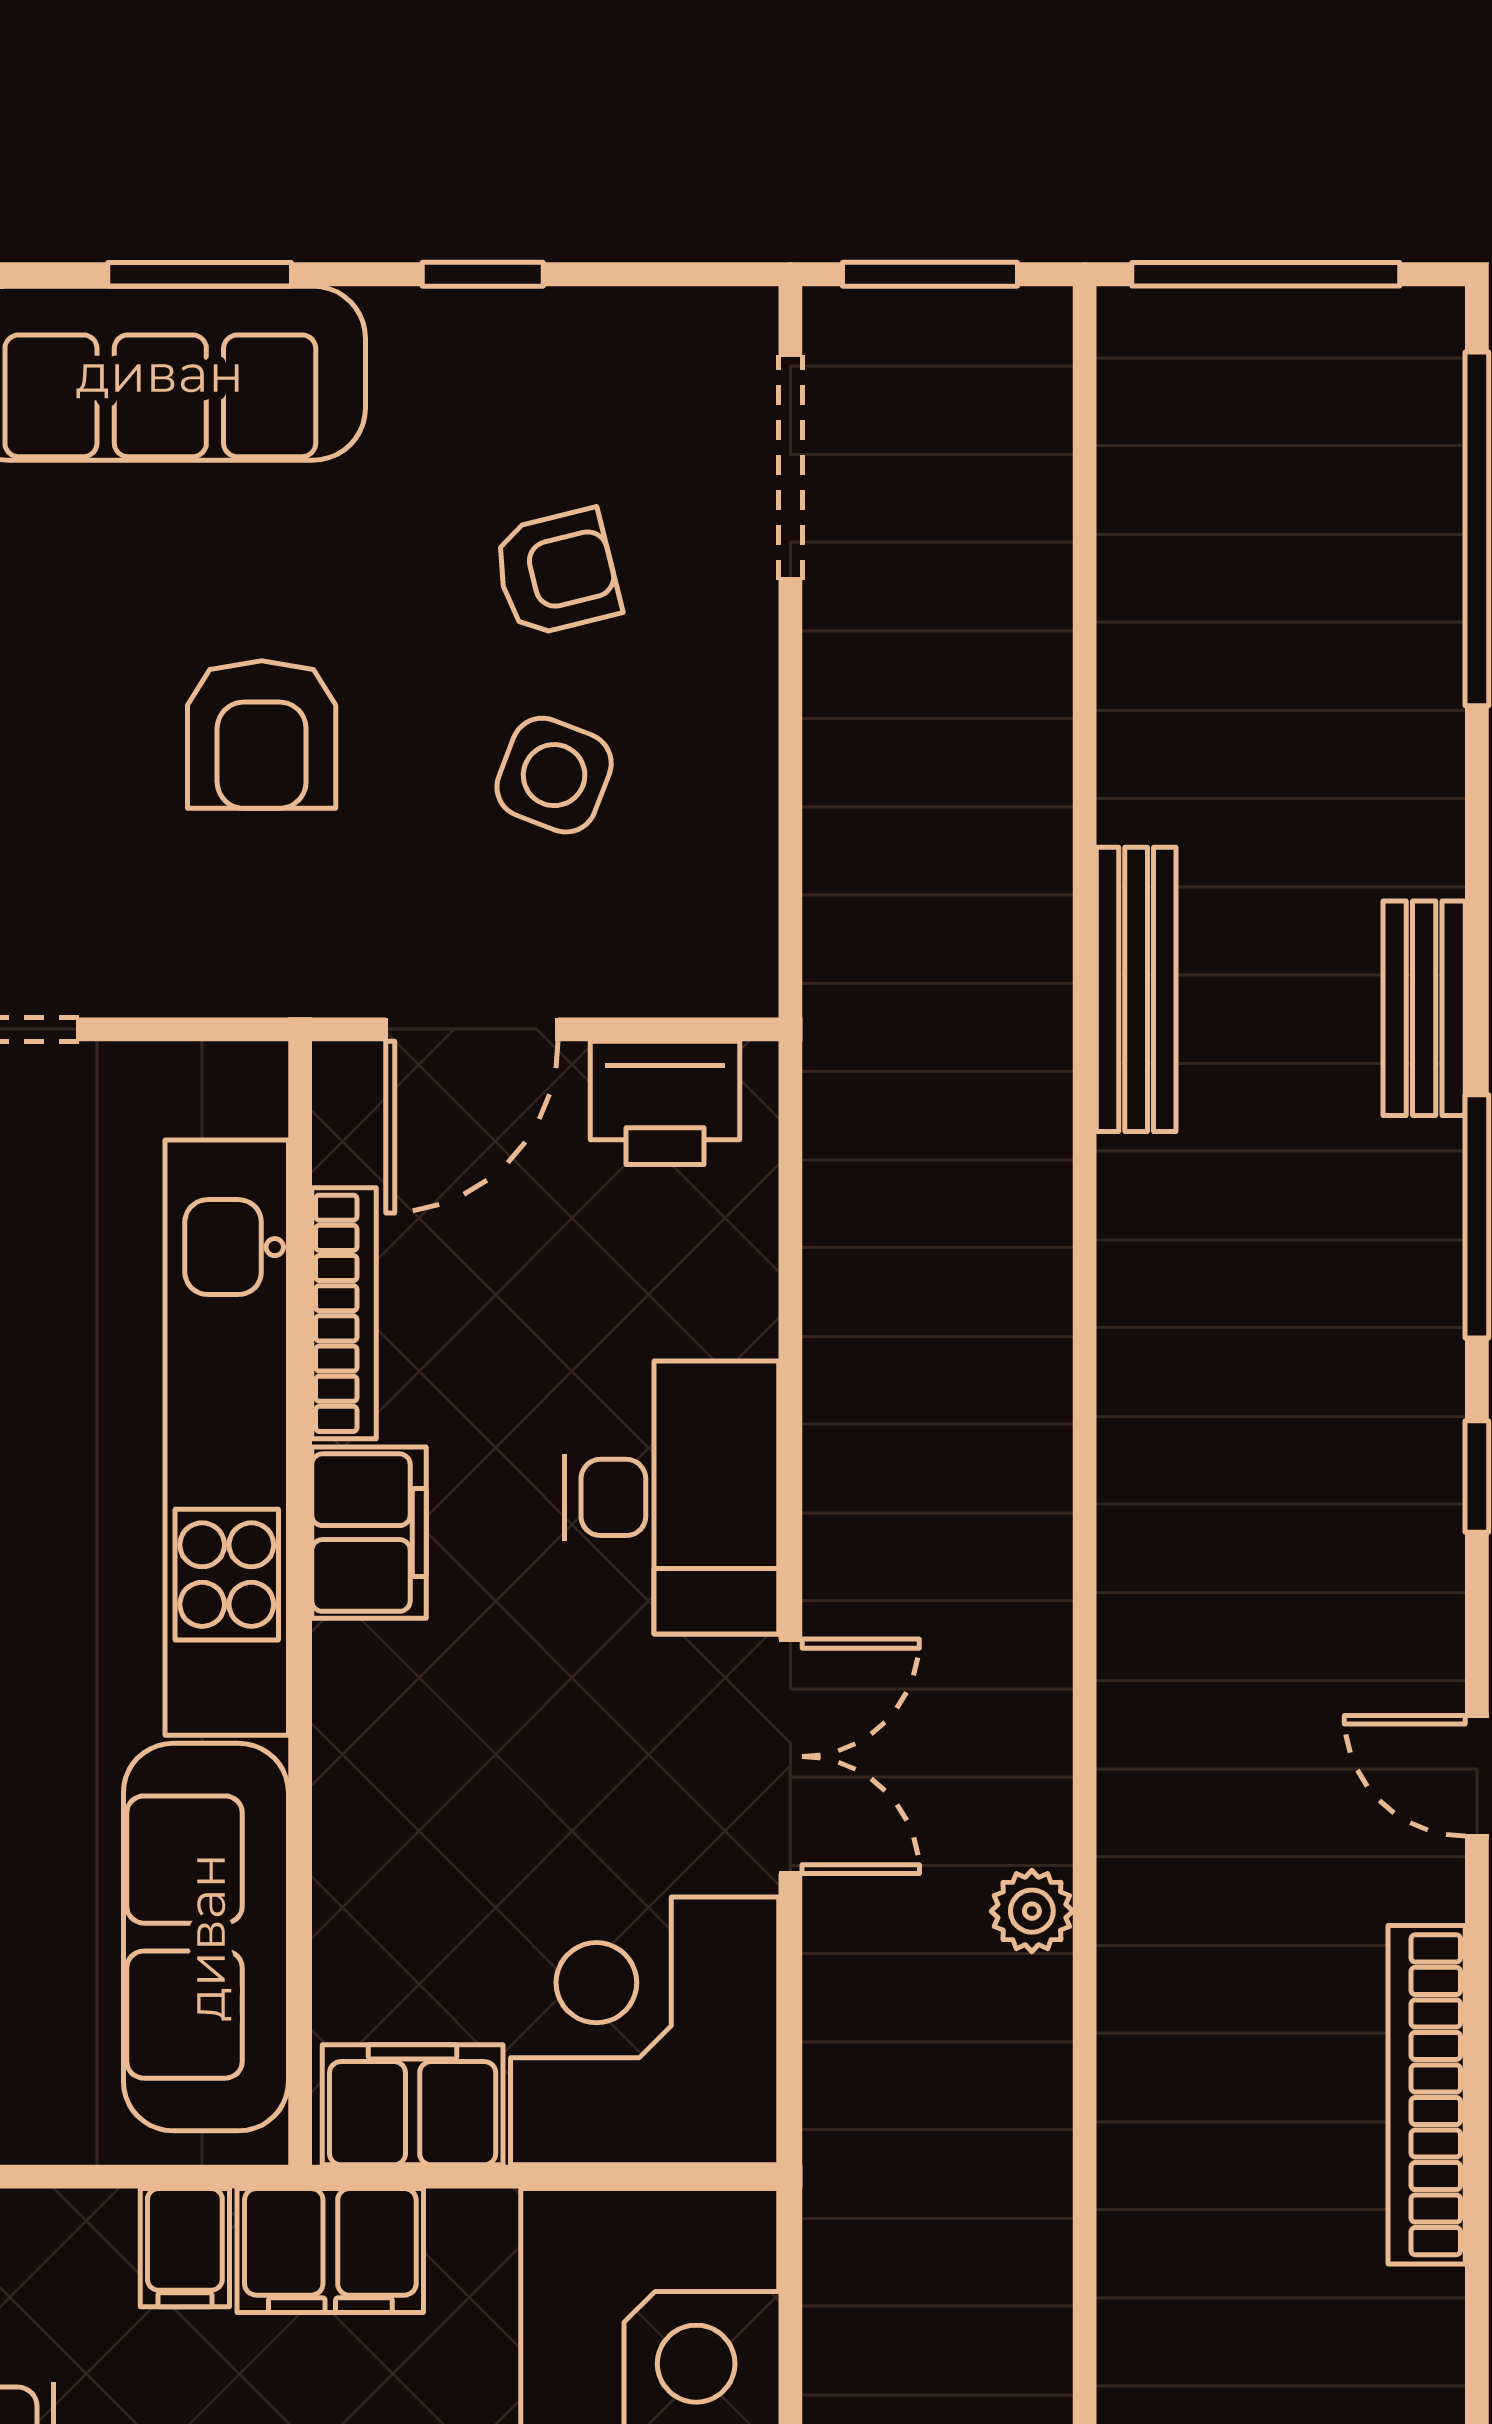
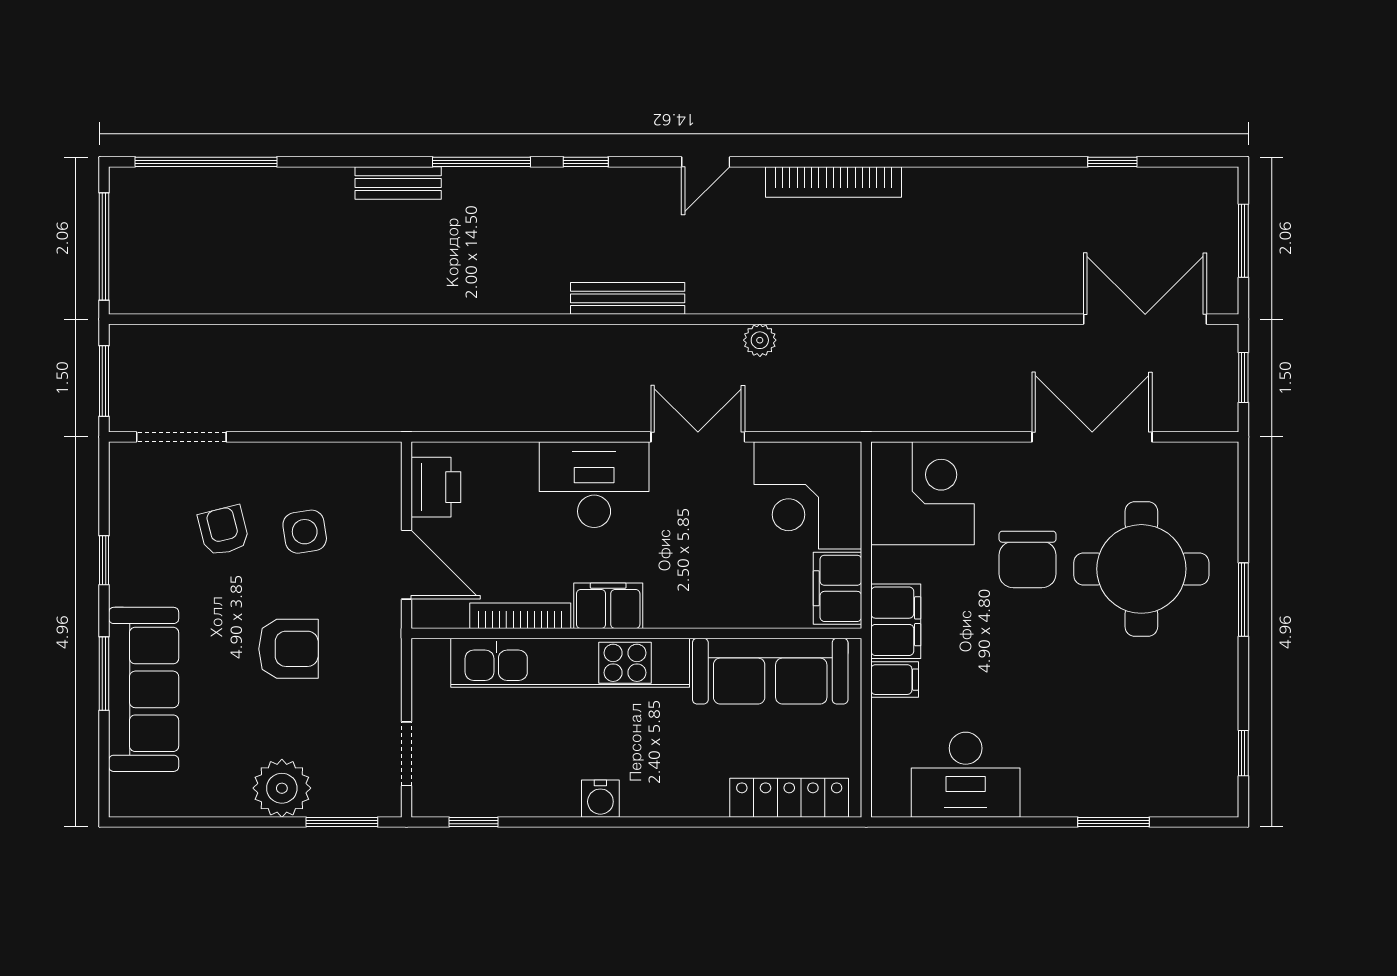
side table: (554, 775) -> (305, 532), turned -30
bench: (1136, 989) -> (628, 298), moved

